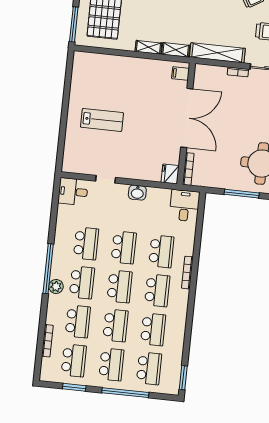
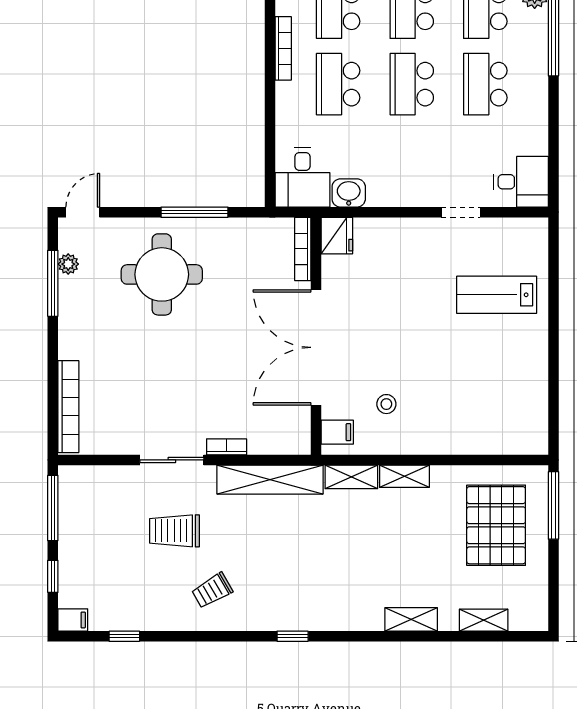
stool: (154, 85) -> (386, 404), added
lab bench: (102, 120) -> (497, 295), moved
washbasin: (137, 193) -> (349, 193), moved

